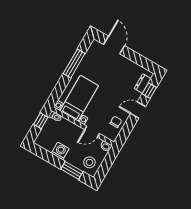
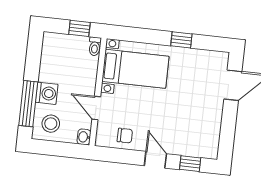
window: (74, 64) -> (181, 40), width x0.46
dresser: (143, 84) -> (196, 150), removed
washing machine: (60, 151) -> (47, 93), moved
window: (72, 170) -> (28, 104), width x1.44

